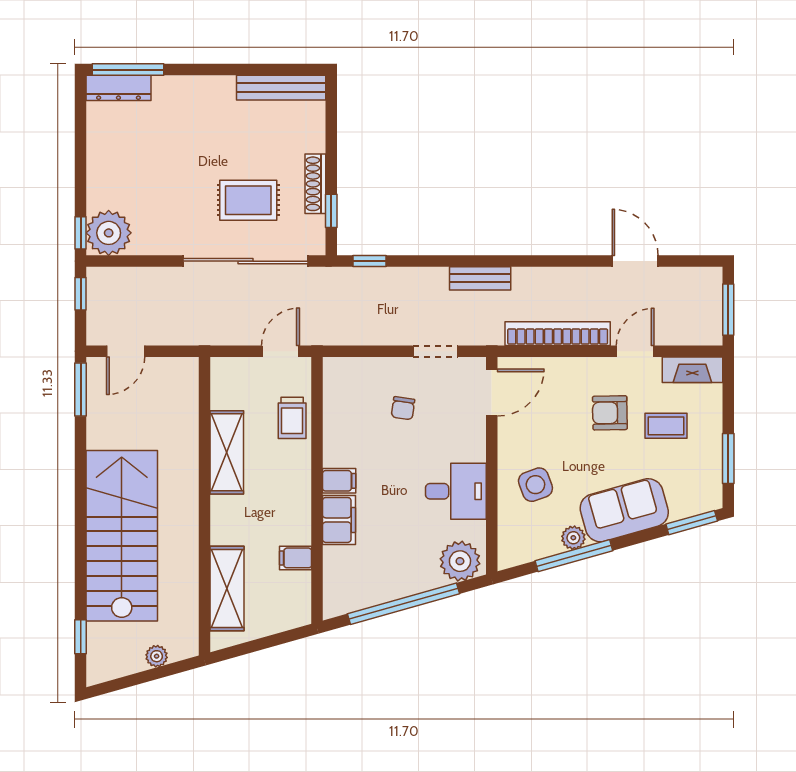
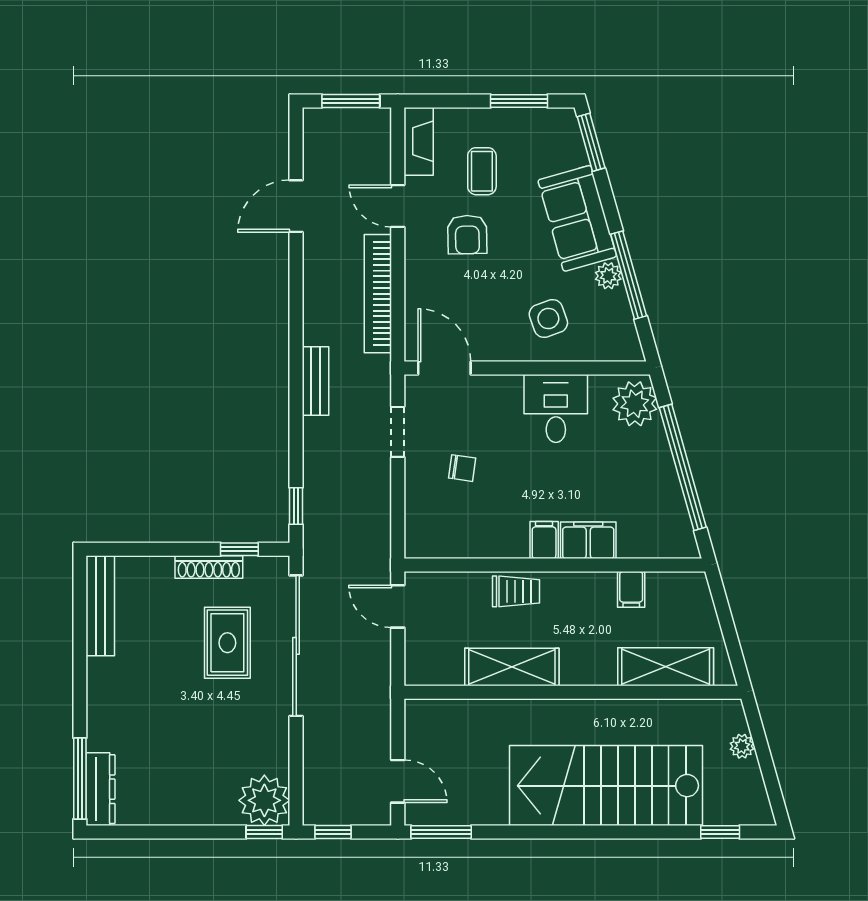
trolley: (292, 418) -> (516, 591), moved

